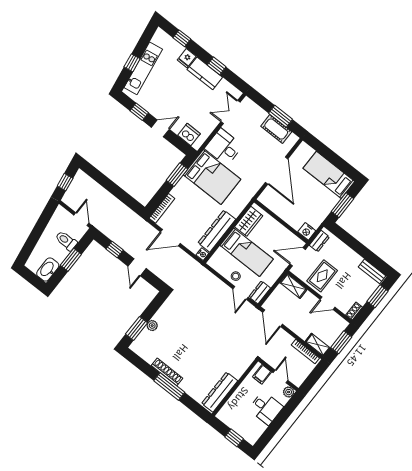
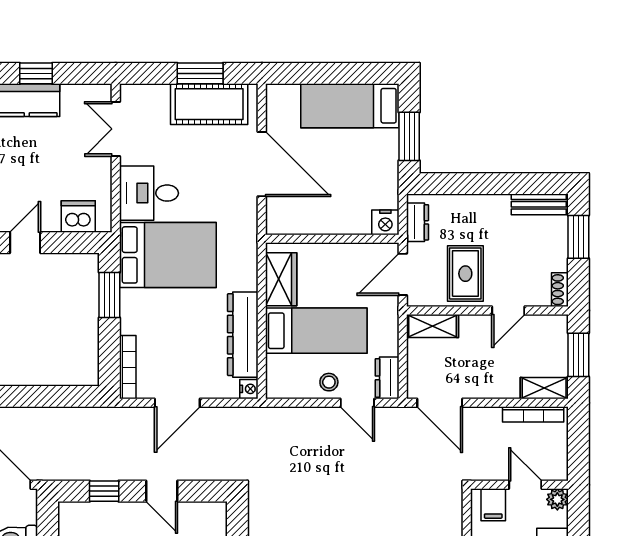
cot: (276, 129) -> (209, 104), width x1.37, depth x1.34

